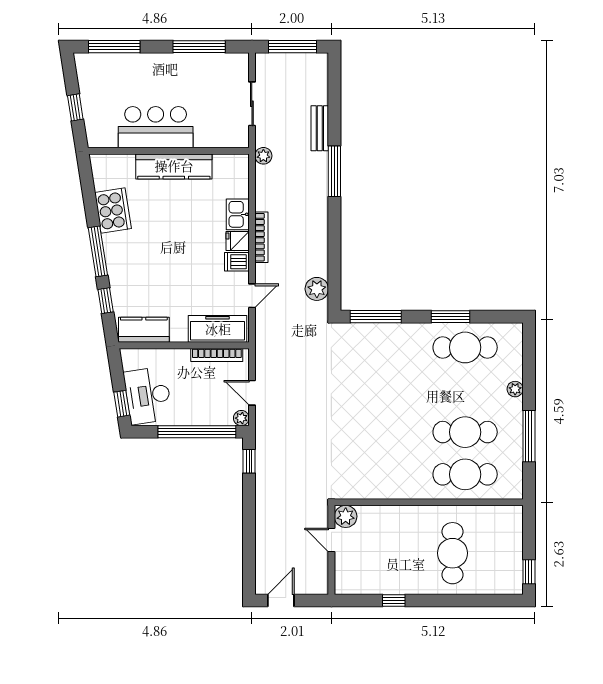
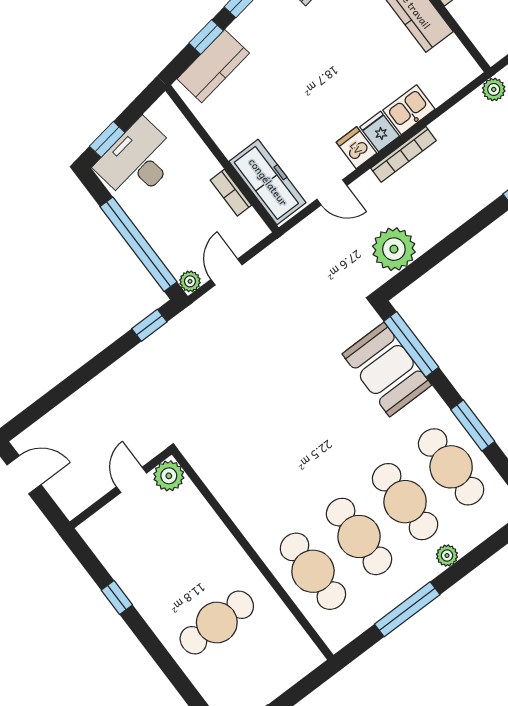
plant: (317, 289) -> (394, 249), width x1.36, depth x1.36
kitchen counter: (144, 330) -> (213, 66), moved, turned 81
booth: (380, 342) -> (387, 369), added
bookcase: (217, 355) -> (231, 193), width x0.64
cafe table: (465, 390) -> (405, 502), added

